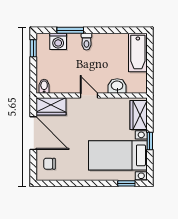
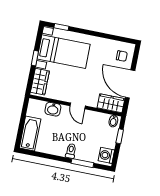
washing machine: (58, 41) -> (106, 155), moved, turned -90
window: (33, 48) -> (120, 136), moved

